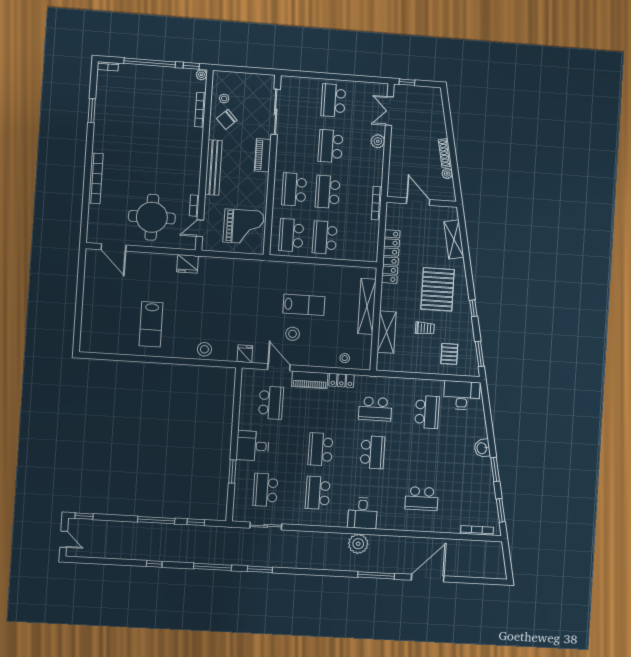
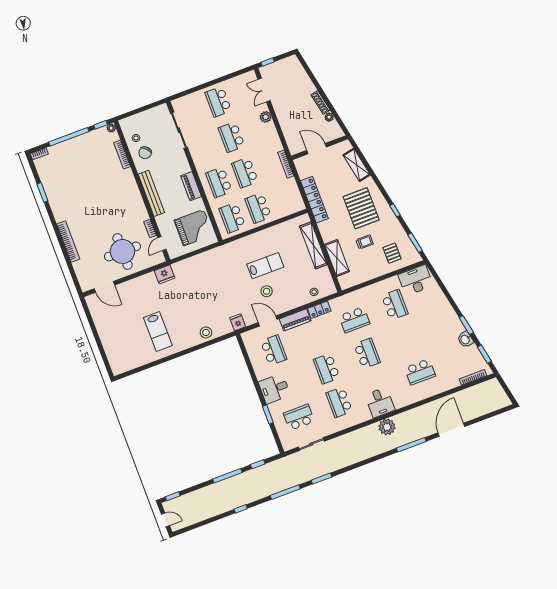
piano: (263, 155) -> (191, 186), moved
washbasin: (482, 448) -> (465, 339), moved
school desk: (265, 490) -> (299, 417), turned 90

